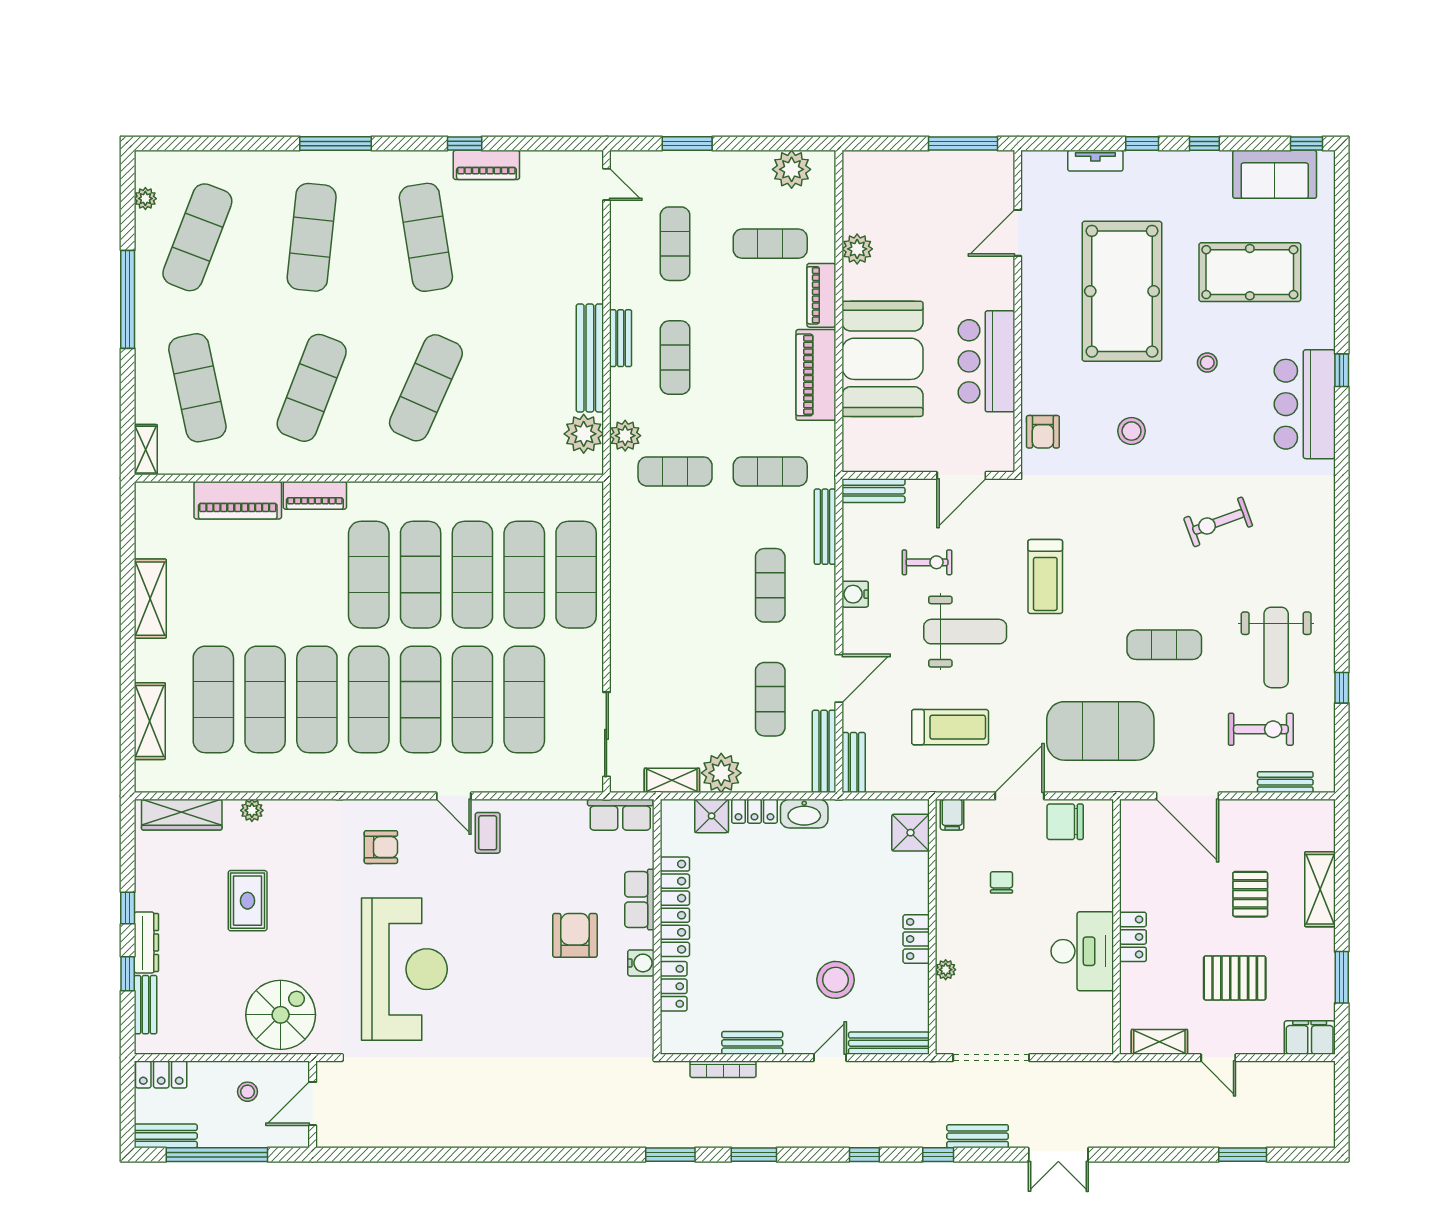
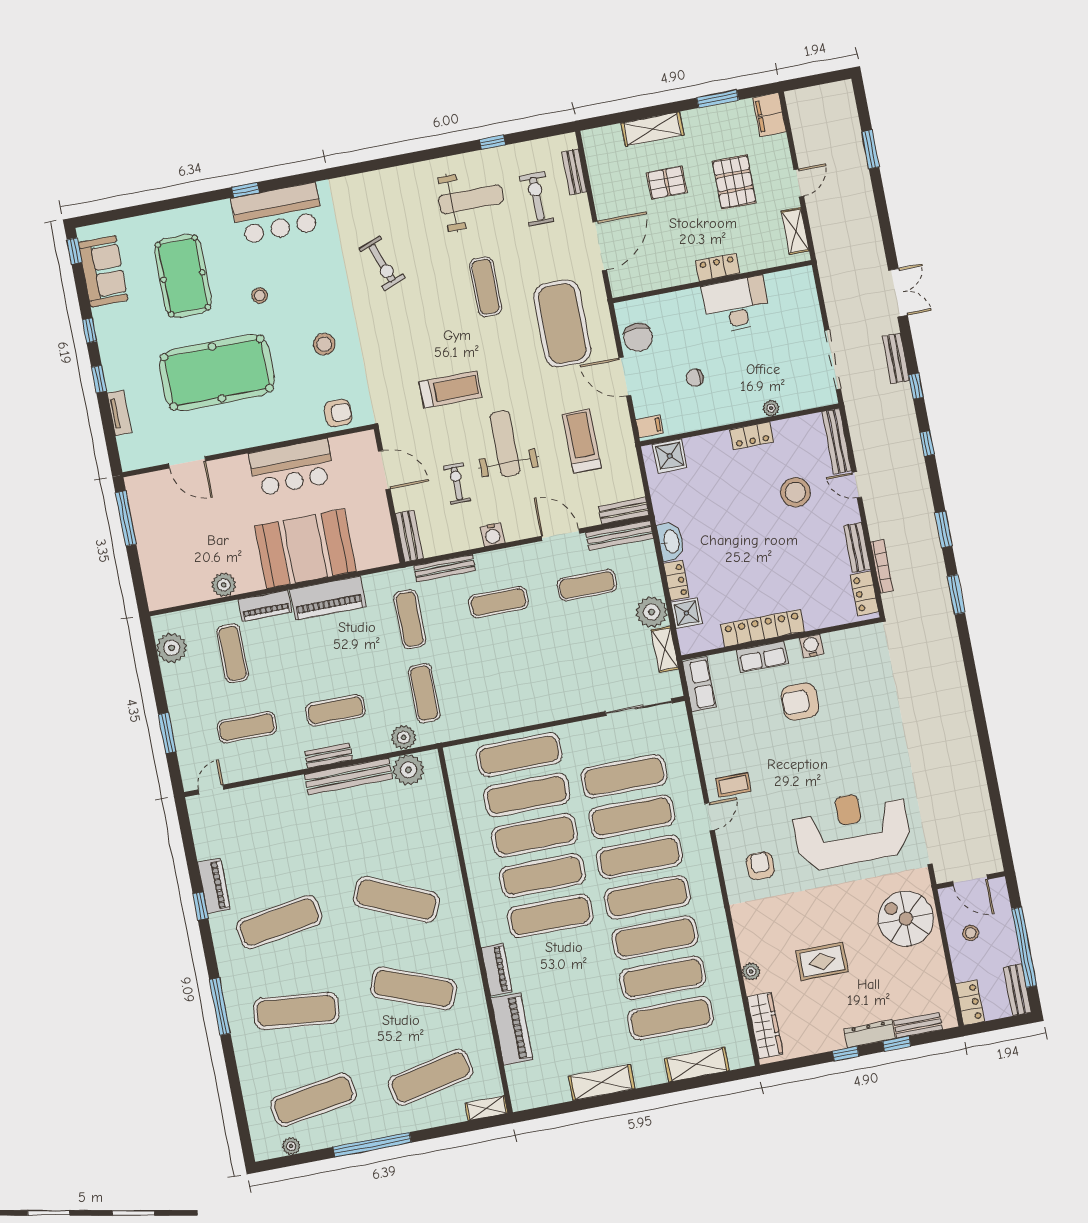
exercise mat: (197, 237) -> (313, 1100), turned -30
locker: (674, 986) -> (864, 593), moved, turned -90

